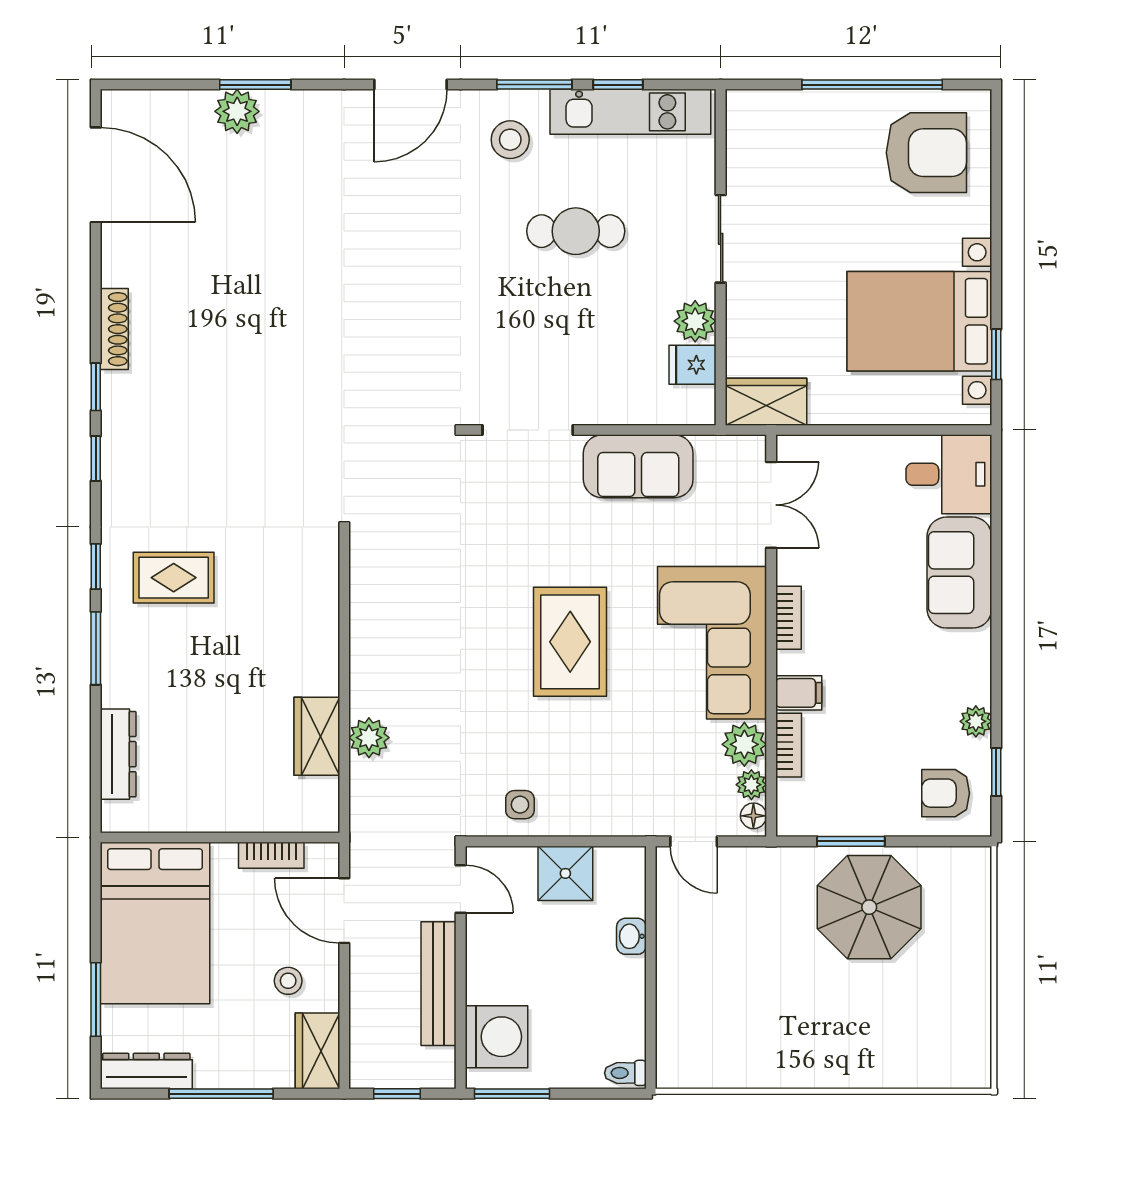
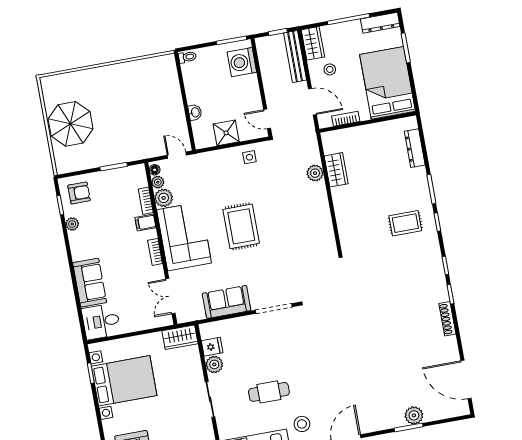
parasol: (869, 907) -> (71, 124), moved
bench: (439, 984) -> (295, 57), moved

